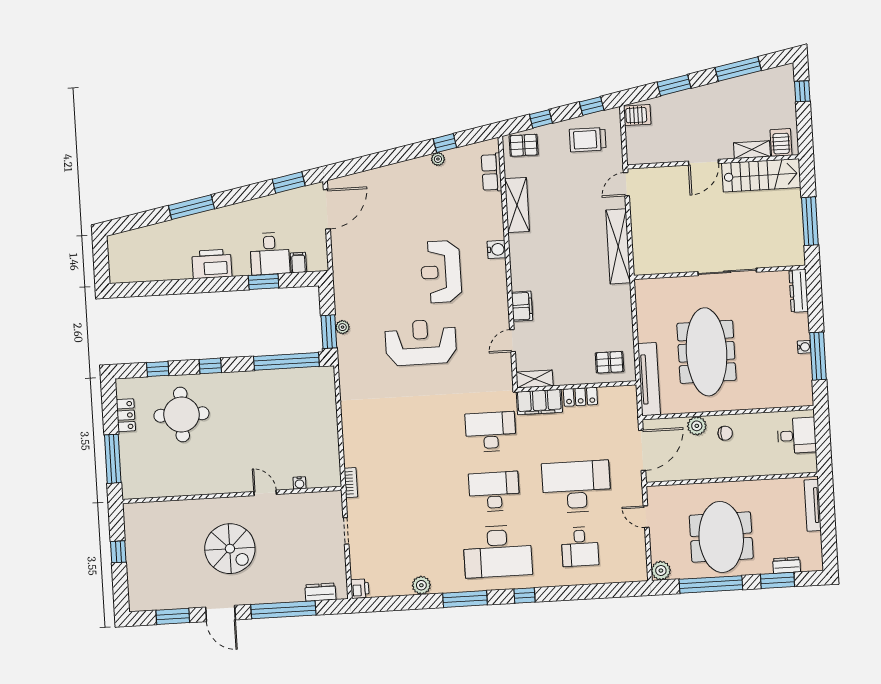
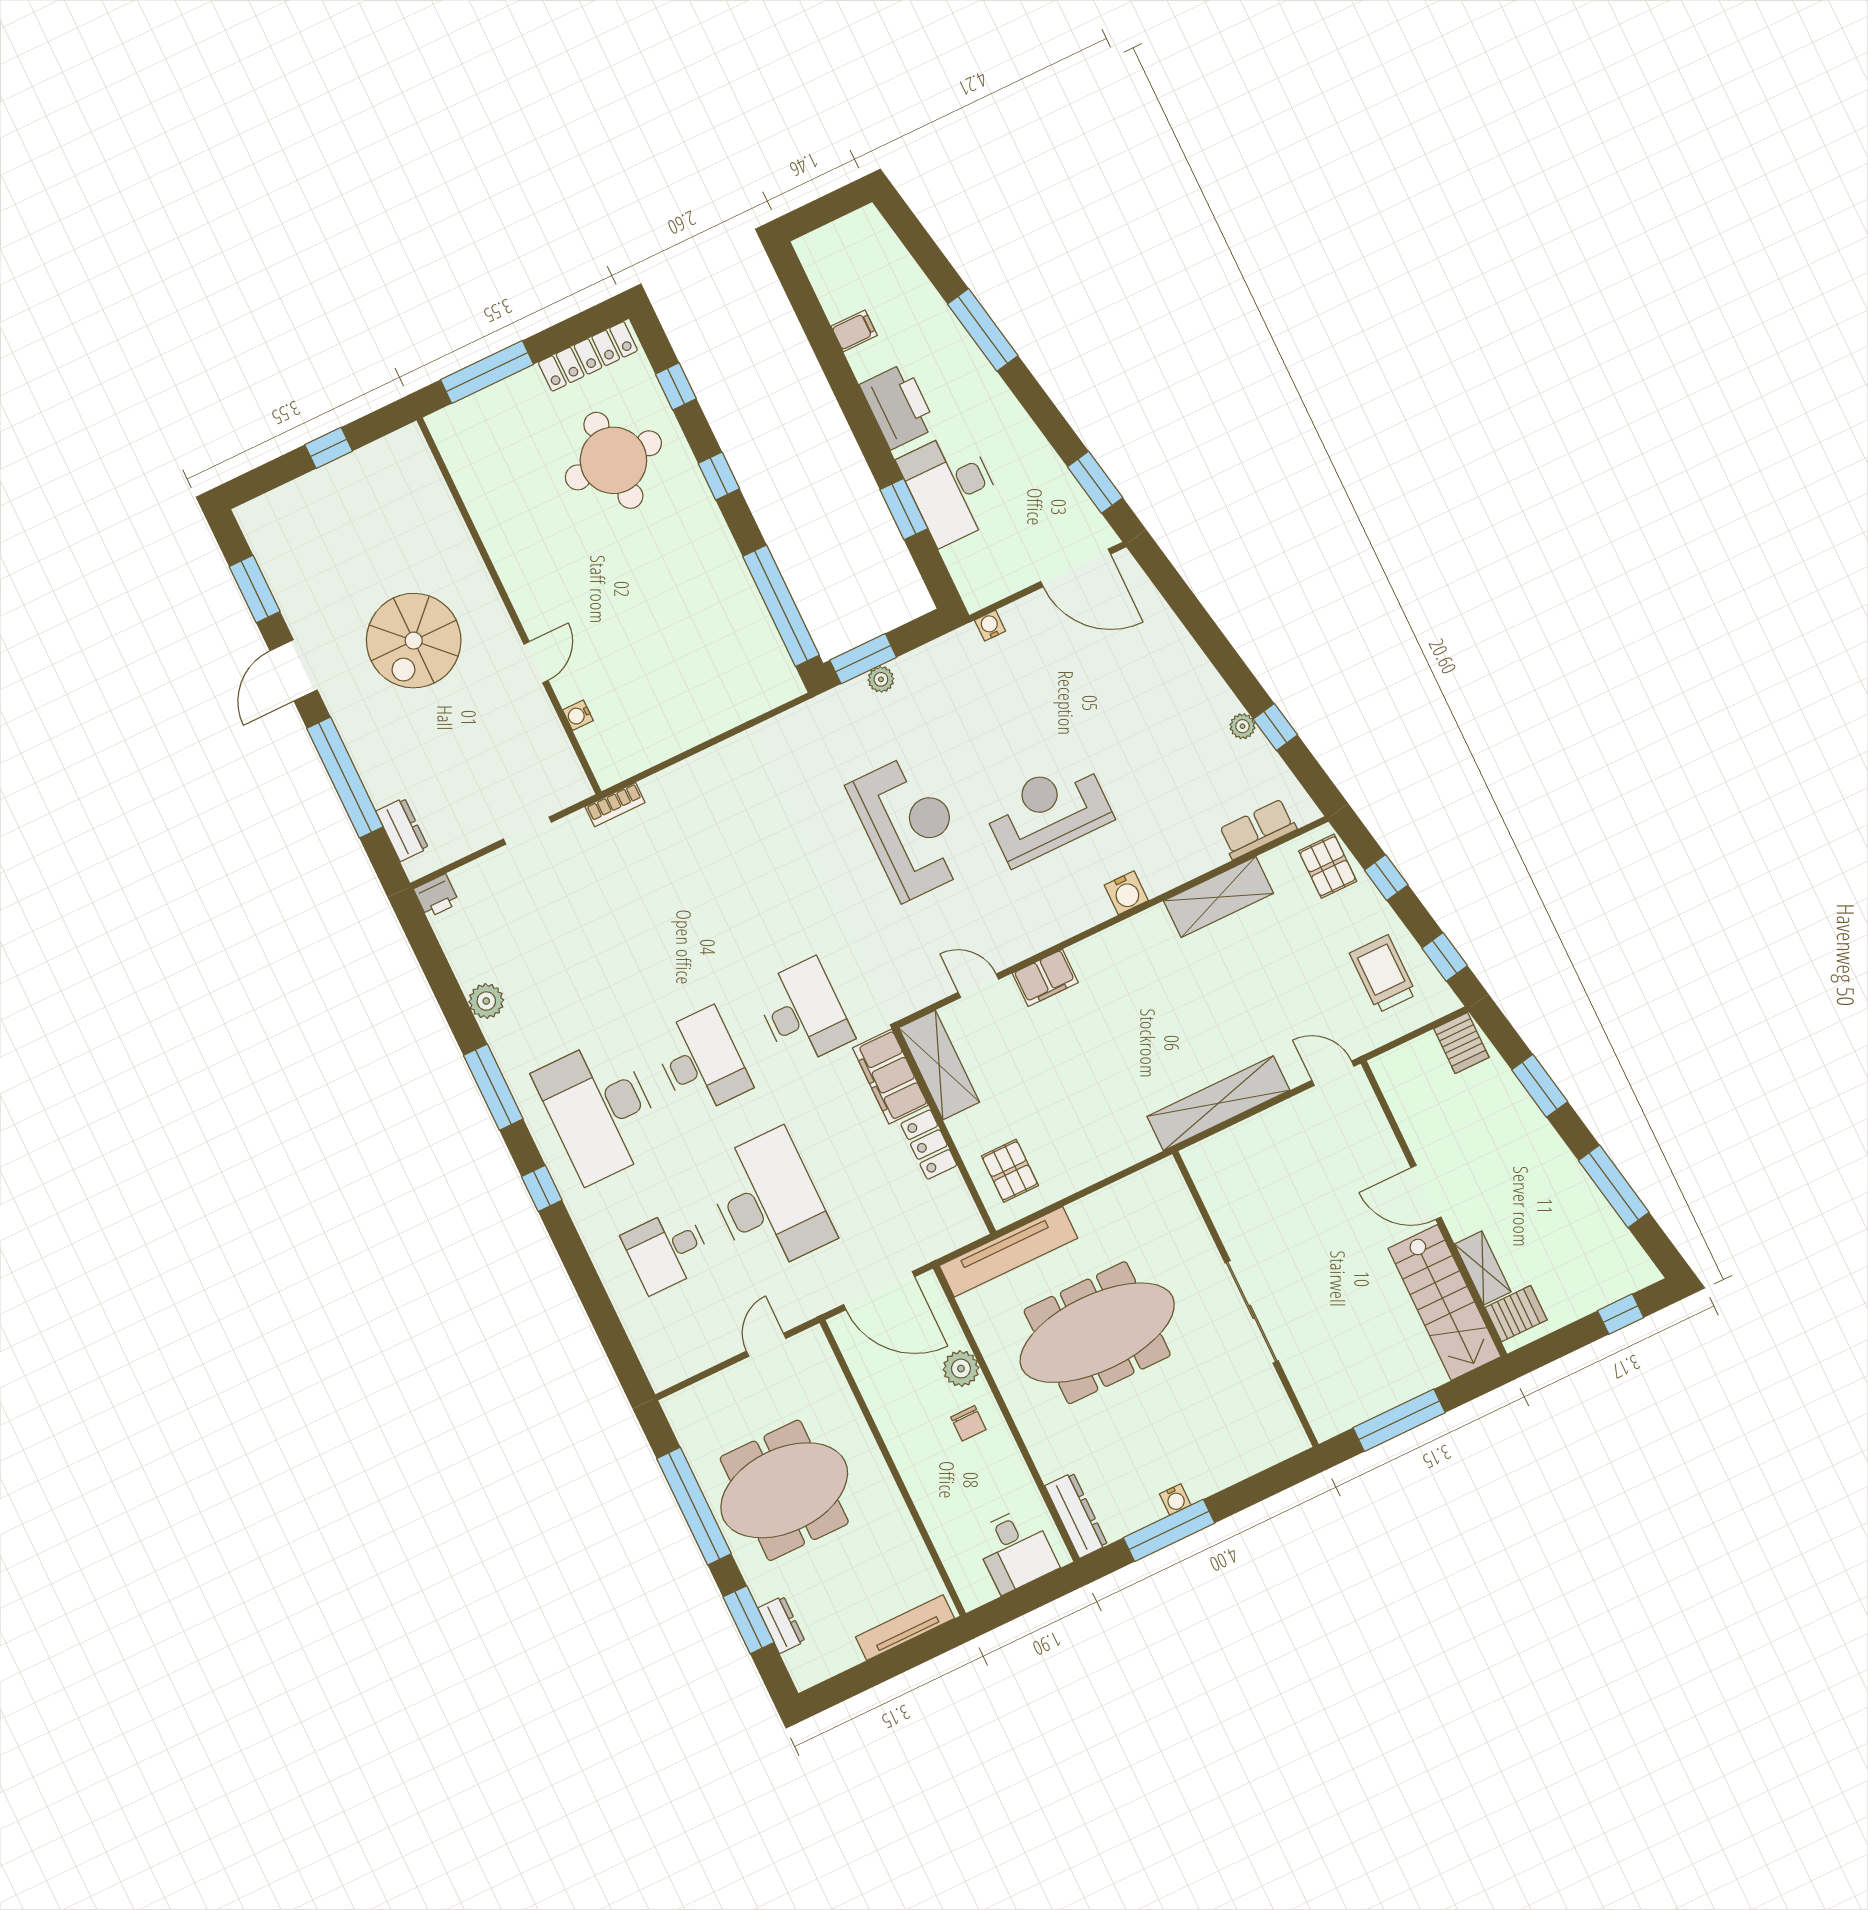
desk: (270, 254) -> (951, 488), width x1.37
filing cabinet: (298, 263) -> (854, 331), moved
water cooler: (338, 263) -> (990, 626), added
dresser: (799, 291) -> (1076, 1515), moved, turned 90
shelving: (535, 379) -> (939, 1065), width x1.50, depth x1.33
locker: (126, 415) -> (588, 356), width x1.53
plant: (661, 571) -> (683, 1409), removed

